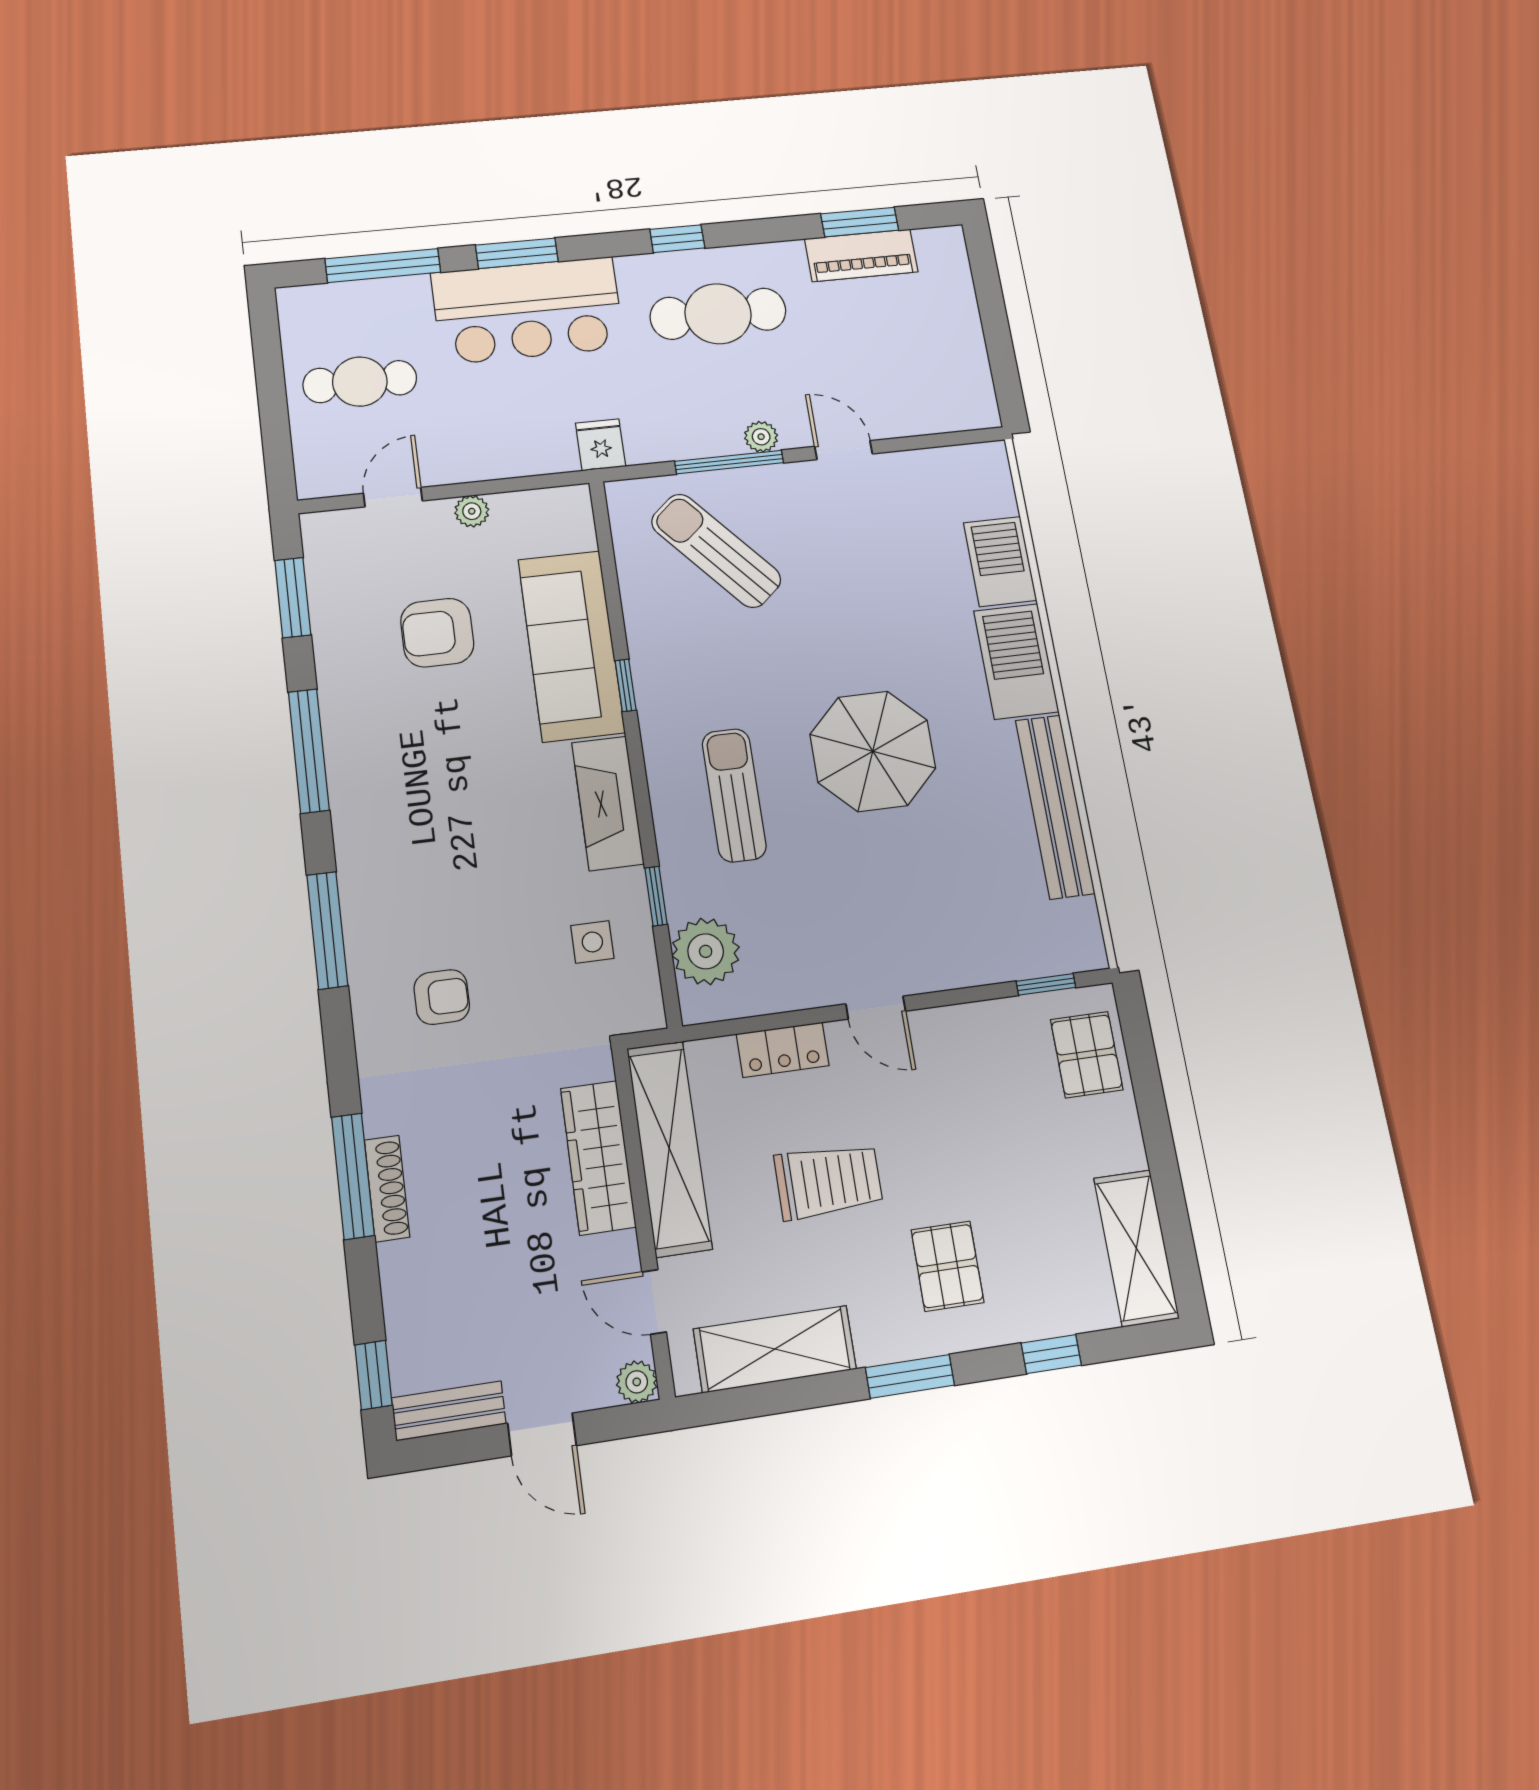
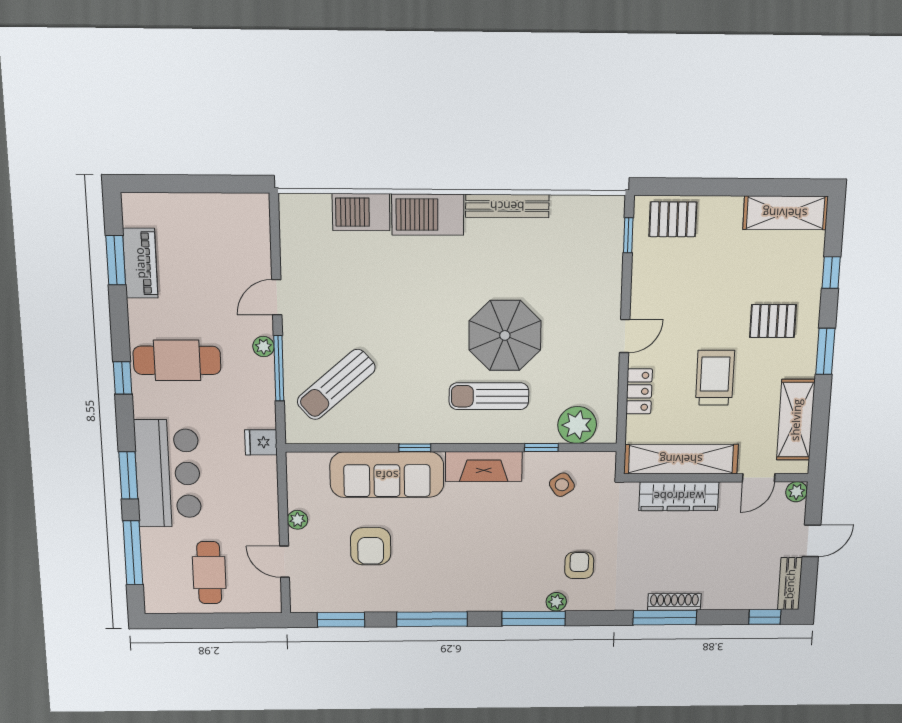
cafe table: (718, 314) -> (177, 360), turned 90
parasol: (873, 751) -> (505, 335), moved
bench: (1055, 806) -> (507, 206), width x0.73, depth x0.82
side table: (592, 942) -> (562, 485), turned -34
plant: (365, 966) -> (556, 602), added

